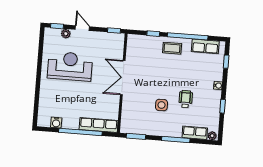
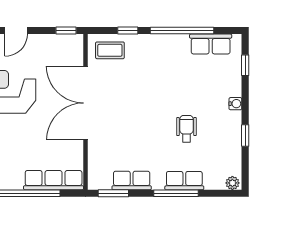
door: (82, 28) -> (16, 30), swing flipped
coffee table: (172, 48) -> (110, 50), moved
double door: (123, 78) -> (85, 103), width x1.36
side table: (161, 105) -> (149, 141), removed
row of seats: (148, 129) -> (132, 180), added
row of seats: (195, 133) -> (184, 181), moved

